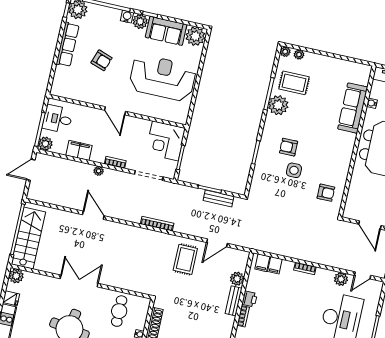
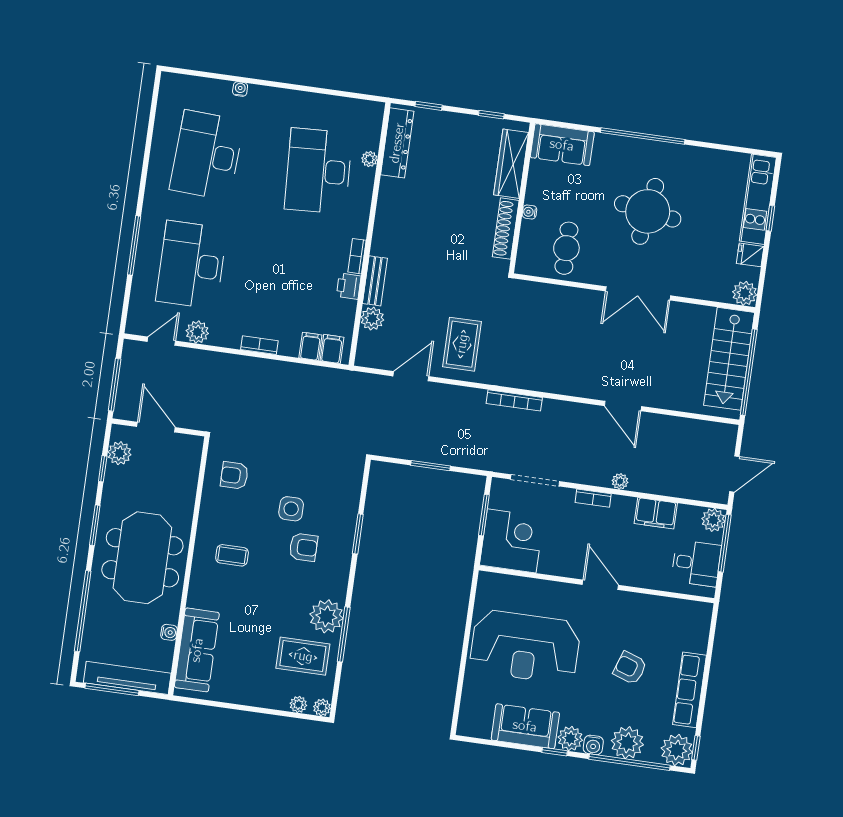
plant: (195, 36) -> (627, 743), moved
sofa: (353, 108) -> (197, 650), moved
coffee table: (331, 146) -> (232, 555), added
bench: (219, 198) -> (414, 451), removed

